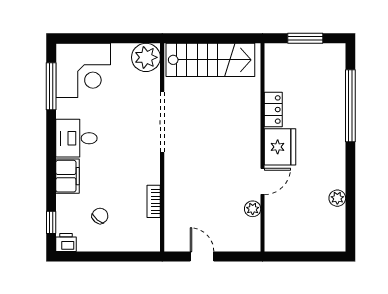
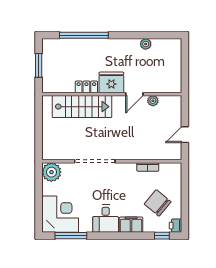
stairs: (210, 60) -> (82, 107), moved, turned 90
door: (263, 181) -> (134, 94), swing flipped
chair: (100, 216) -> (158, 203), width x1.87, depth x1.87

